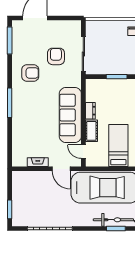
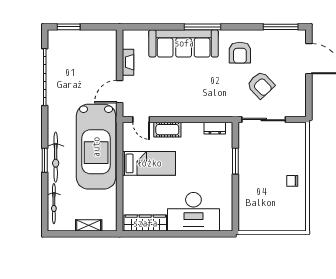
armchair: (56, 56) -> (261, 85), turned 46
dresser: (90, 111) -> (215, 128), moved
sofa: (70, 115) -> (184, 43), moved, turned 180
door: (83, 152) -> (141, 120), swing flipped

